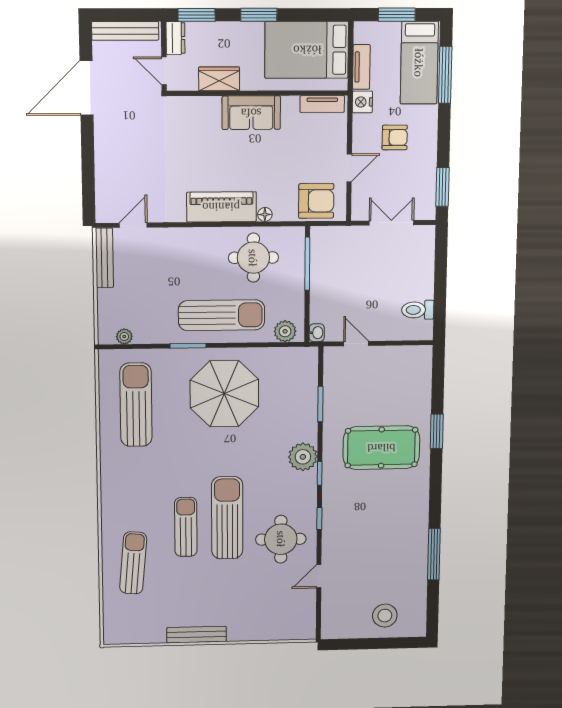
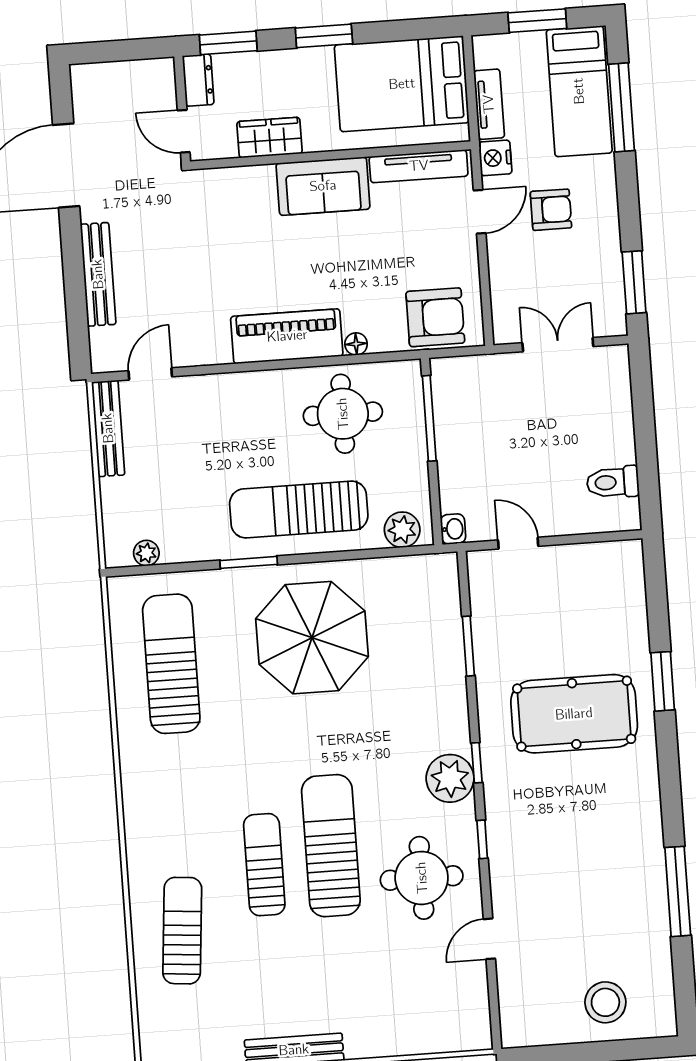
bench: (125, 31) -> (98, 274), moved, turned 90
tv unit: (322, 104) -> (419, 166), width x1.41
door: (349, 168) -> (480, 212), moved
sun lounger: (222, 315) -> (299, 510), turned 180
plant: (303, 457) -> (450, 778), moved

